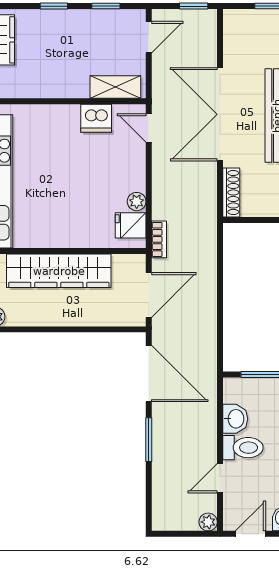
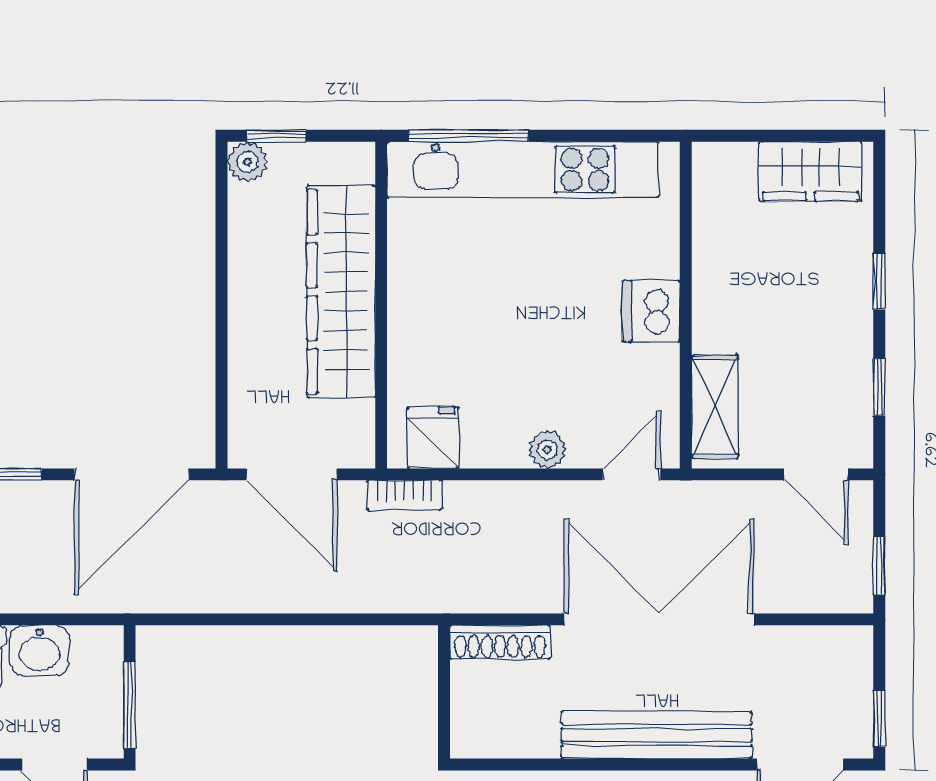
dishwasher: (96, 118) -> (651, 311), moved
plant: (137, 202) -> (547, 450), moved

